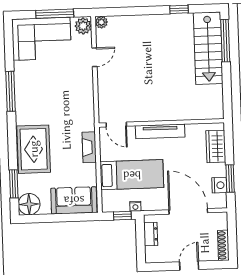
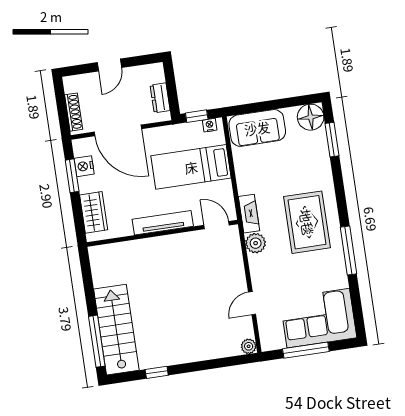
plant: (83, 26) -> (256, 243), moved
fireplace: (89, 147) -> (249, 214), moved
rug: (34, 149) -> (307, 222), moved
nightstand: (135, 206) -> (210, 125), moved
shoe rack: (223, 245) -> (74, 112), moved

